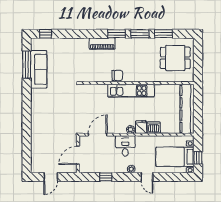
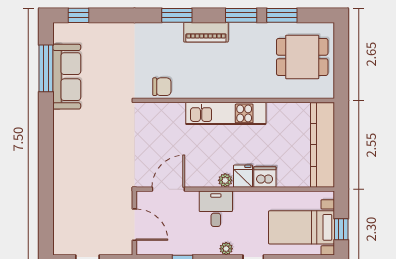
window: (117, 34) -> (177, 15), moved
piano: (102, 44) -> (206, 32), moved
chair: (117, 75) -> (162, 87), moved
door: (78, 155) -> (134, 225), swing flipped

